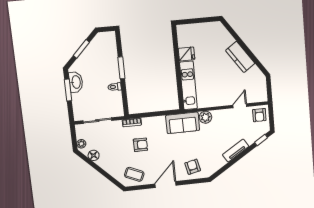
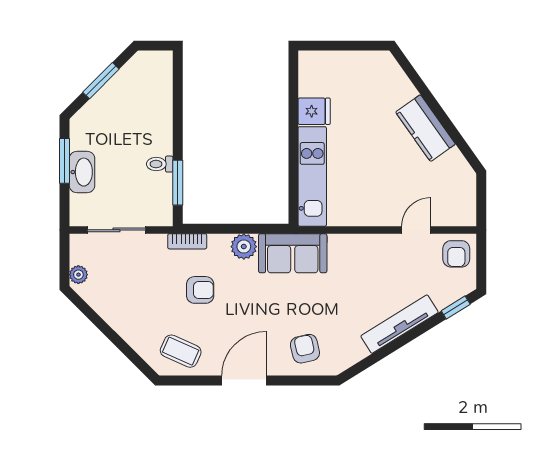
window: (121, 68) -> (178, 183), moved
washbasin: (76, 82) -> (82, 172), moved
plant: (205, 117) -> (244, 247), moved
tv unit: (236, 151) -> (399, 324), width x1.41
floor lamp: (94, 155) -> (101, 302), removed

